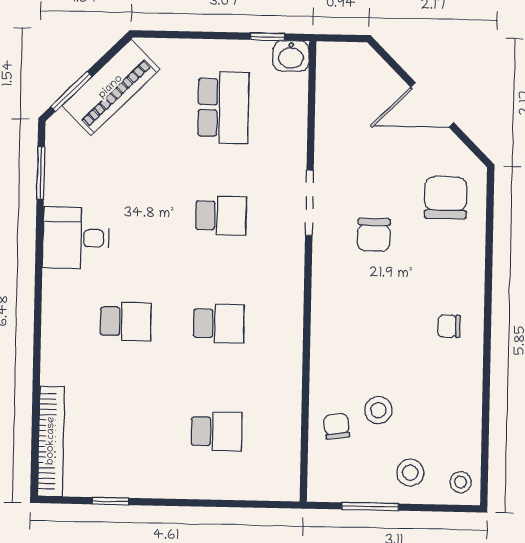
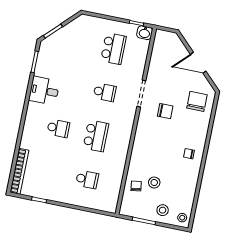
piano: (111, 87) -> (69, 32), removed
chair: (374, 235) -> (165, 111), turned -90
school desk: (219, 324) -> (96, 136), width x1.85

